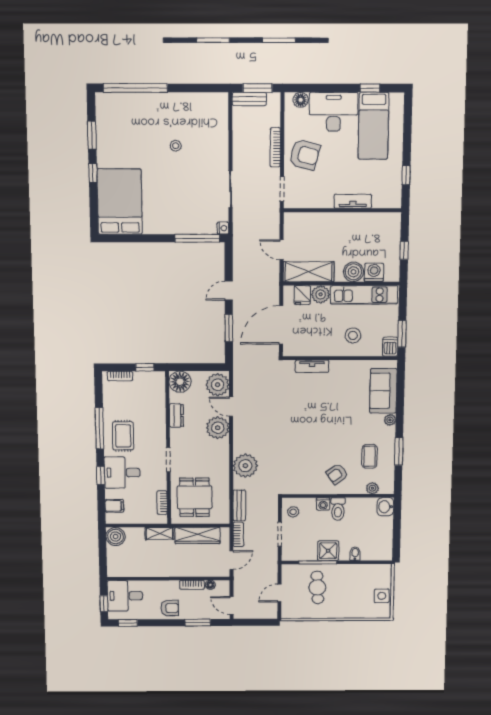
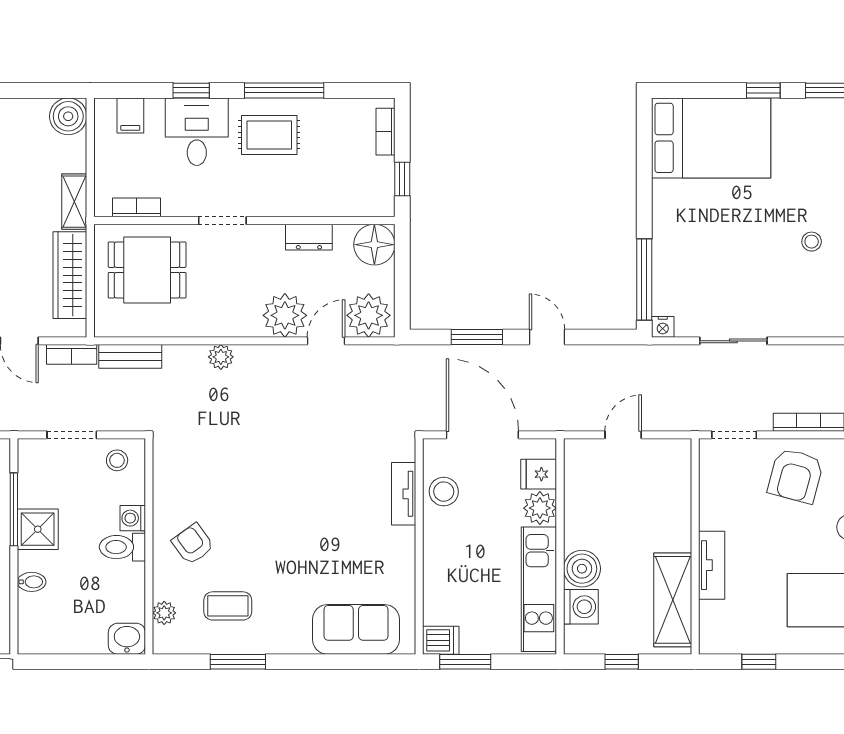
shelving: (309, 272) -> (673, 600), moved
stool: (353, 335) -> (444, 492), moved
plant: (390, 420) -> (299, 643), removed
plant: (245, 466) -> (221, 357), width x0.53, depth x0.53

